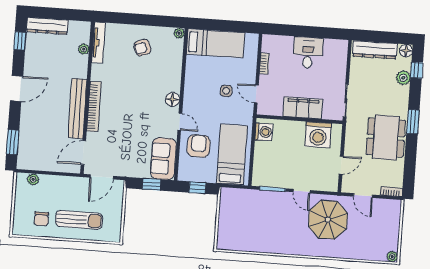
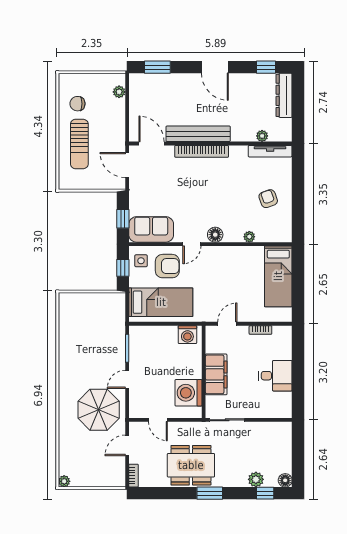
plant: (179, 33) -> (249, 237), moved
dresser: (375, 50) -> (284, 447), removed
side table: (226, 91) -> (141, 261), moved

